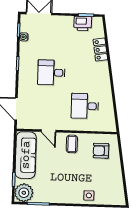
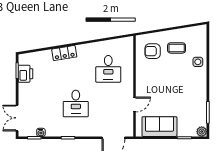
locker: (100, 50) -> (64, 53), moved
coffee table: (72, 144) -> (177, 48), moved
armchair: (101, 151) -> (153, 51), turned 90
sofa: (26, 155) -> (159, 127), width x0.73
plant: (24, 193) -> (202, 132), width x0.53, depth x0.53

